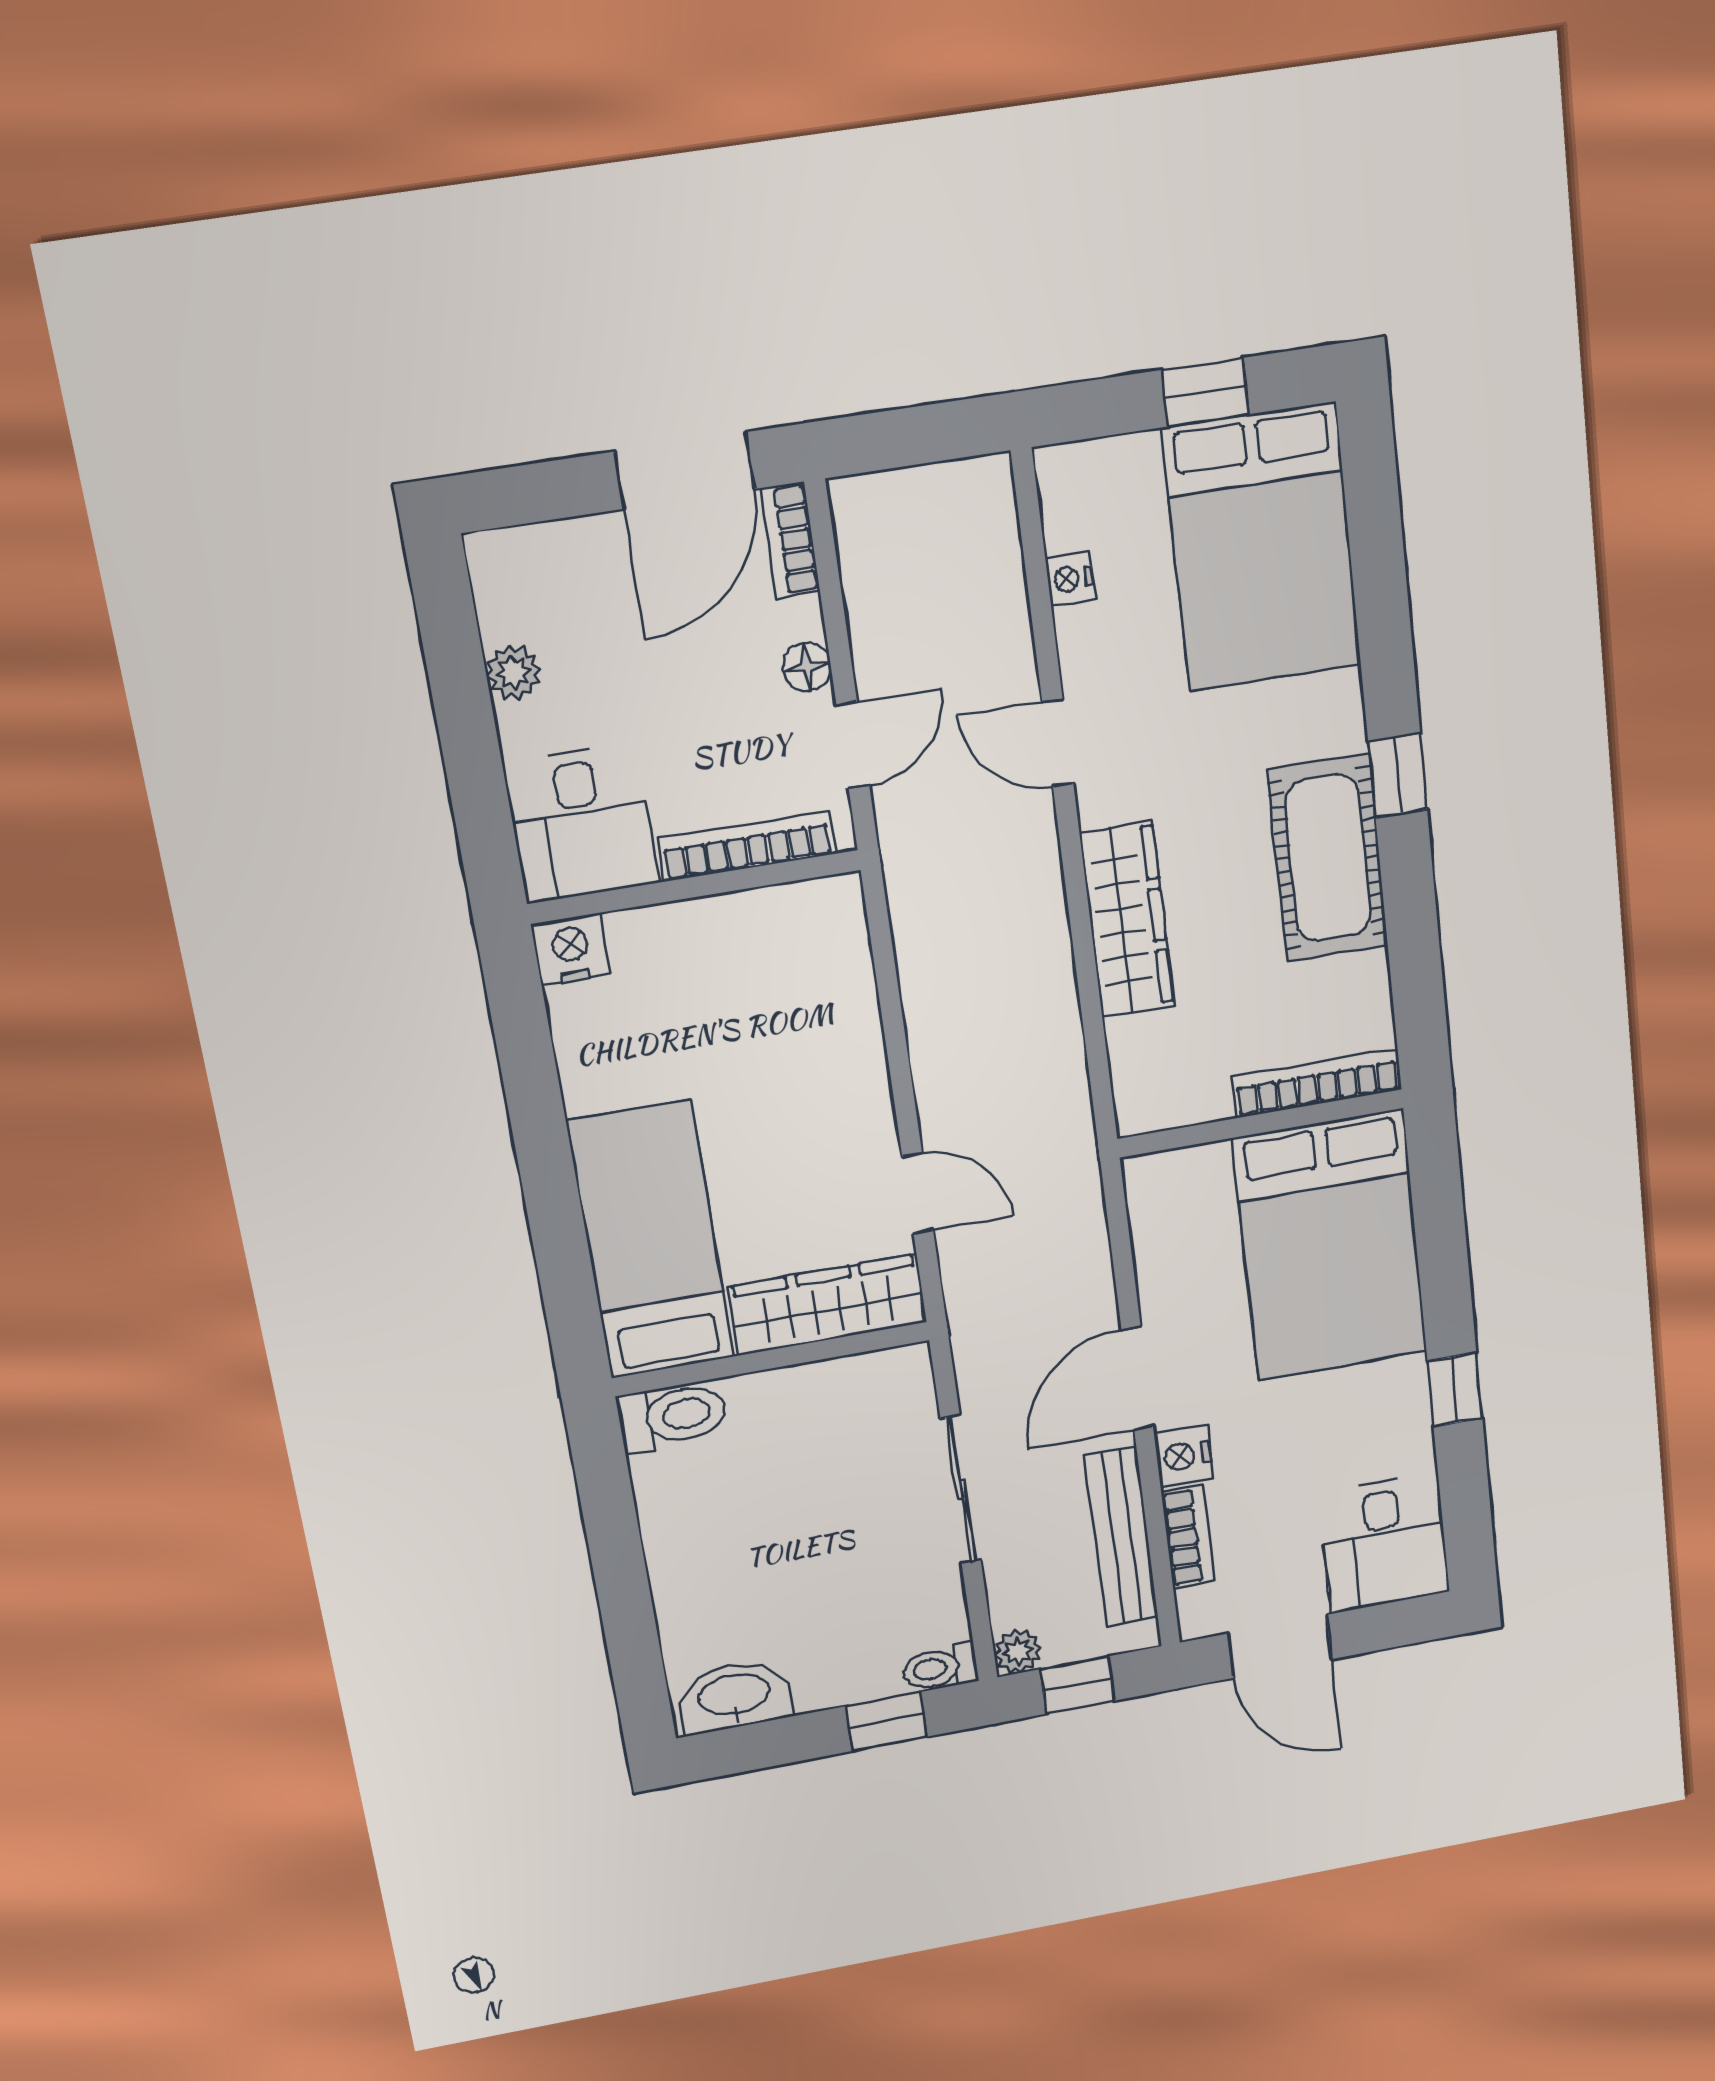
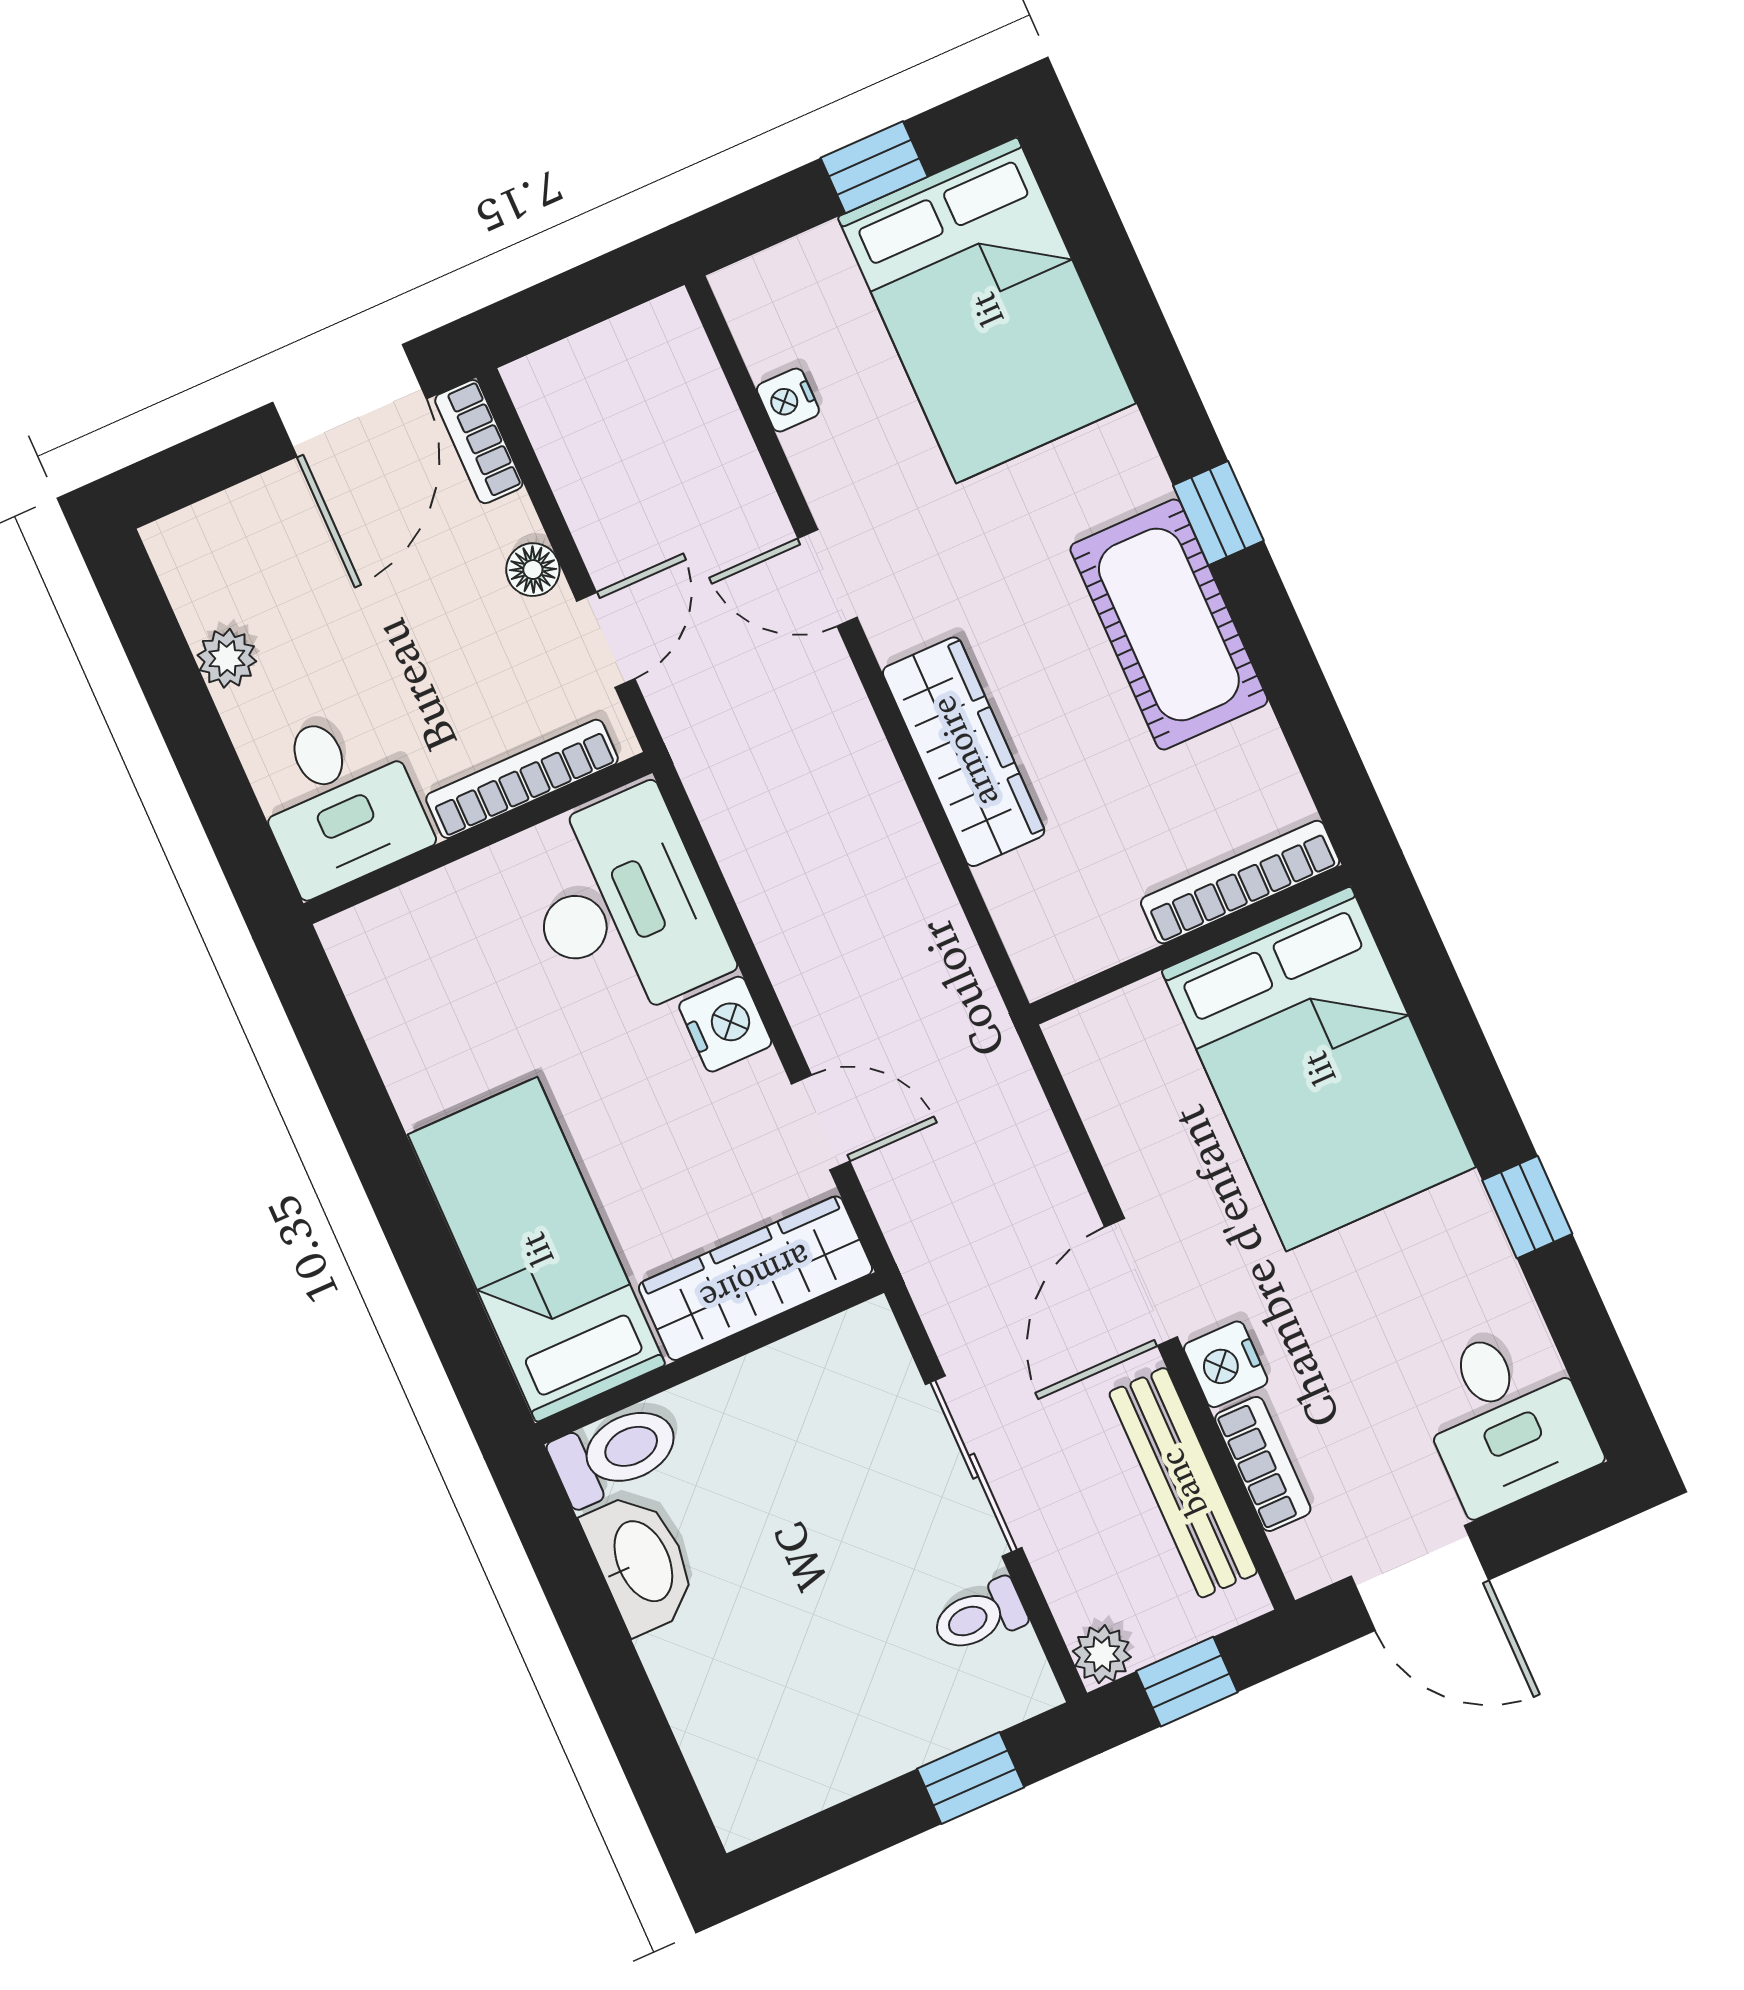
nightstand: (571, 949) -> (725, 1024), moved, turned 90
desk: (803, 976) -> (622, 906), added
toilet: (940, 1668) -> (979, 1616), moved
washbasin: (734, 1696) -> (641, 1562), moved, turned 90

